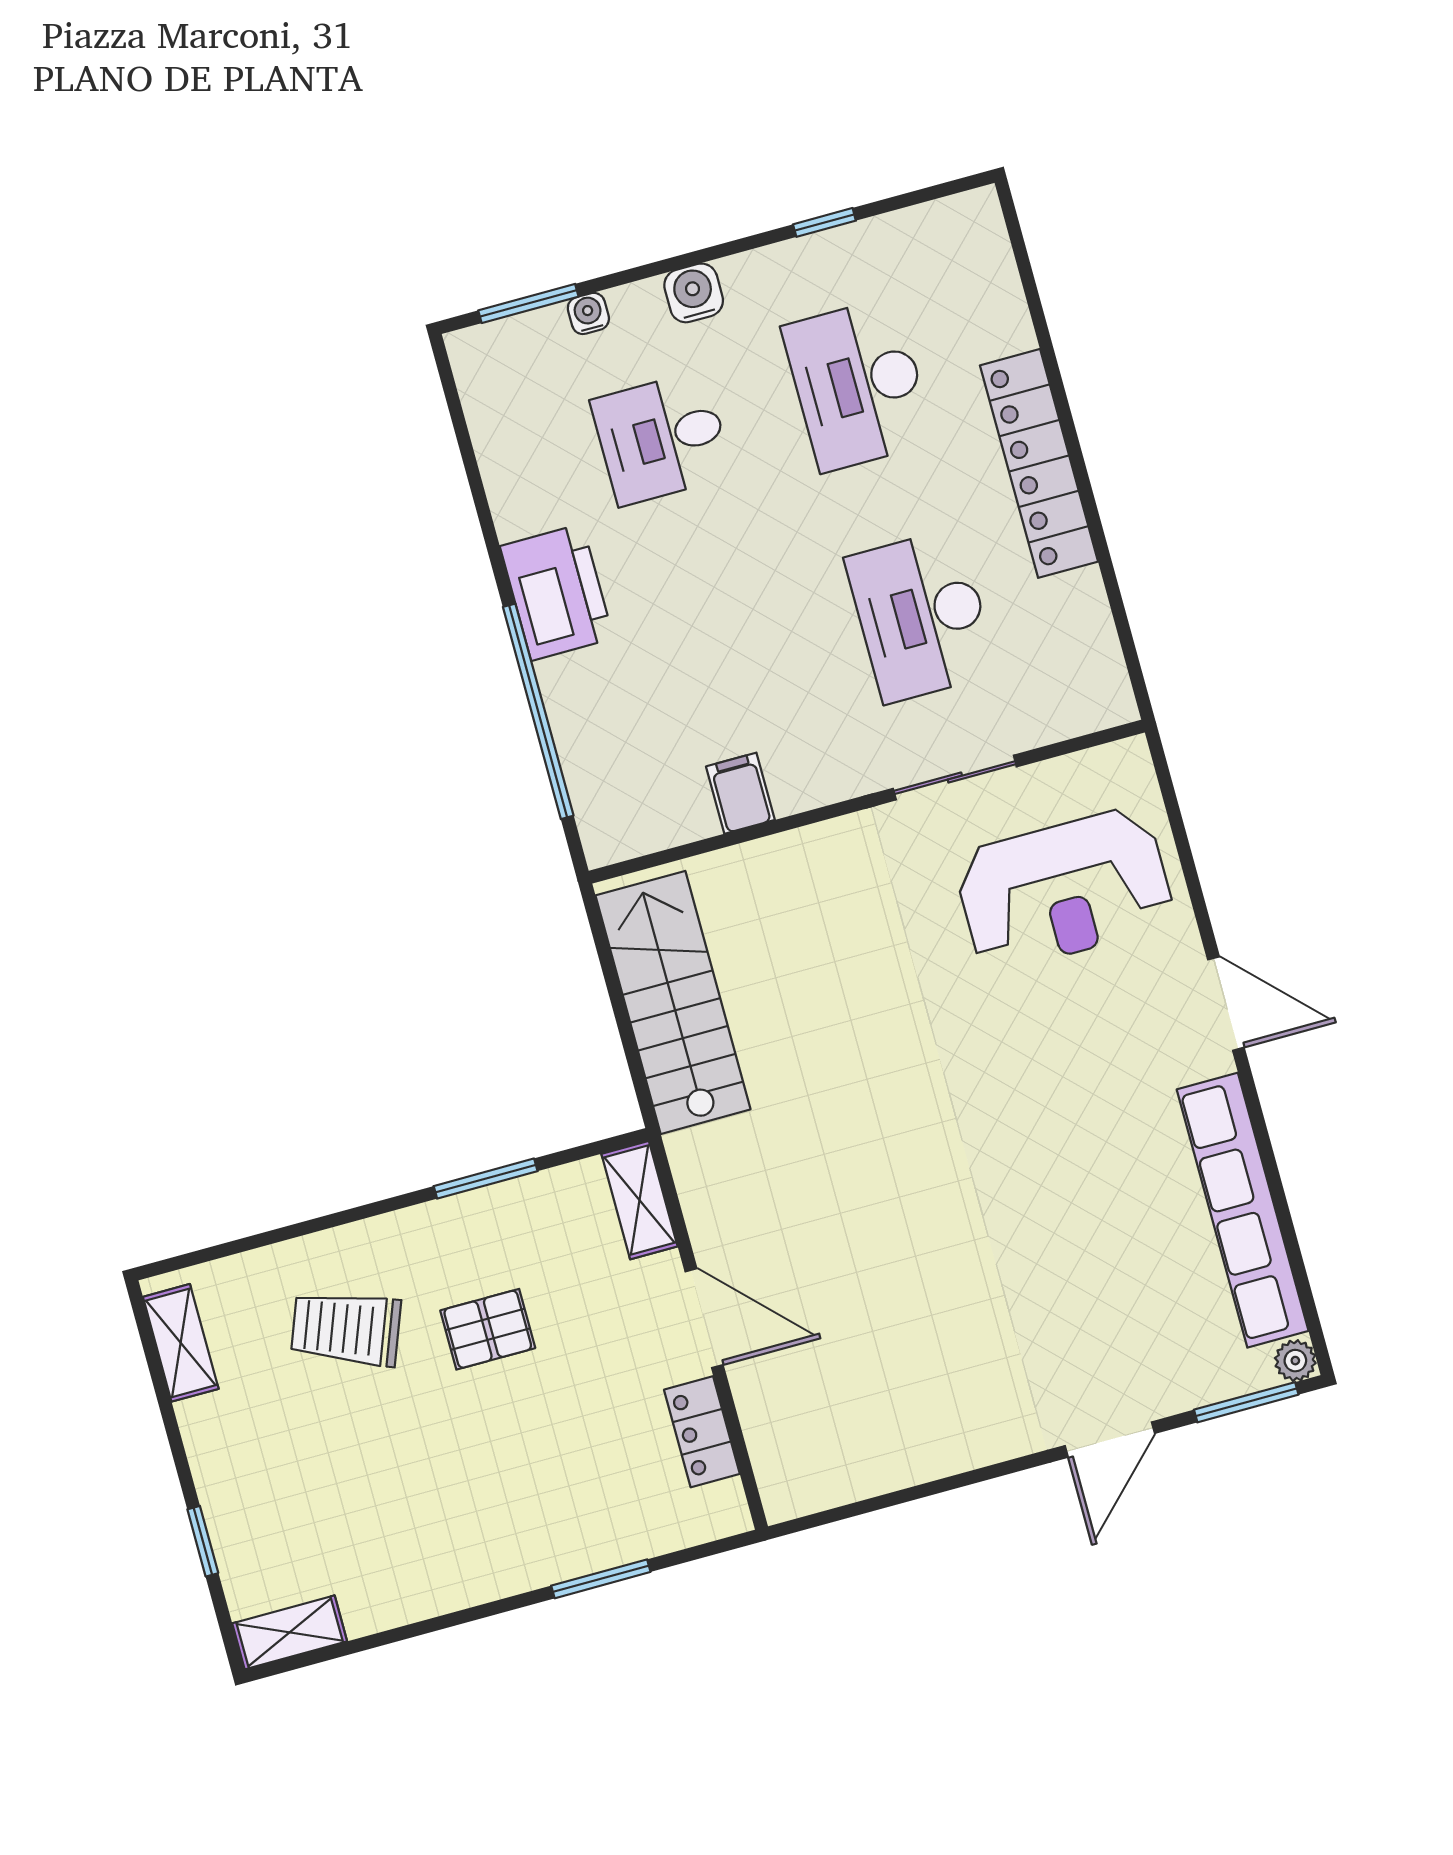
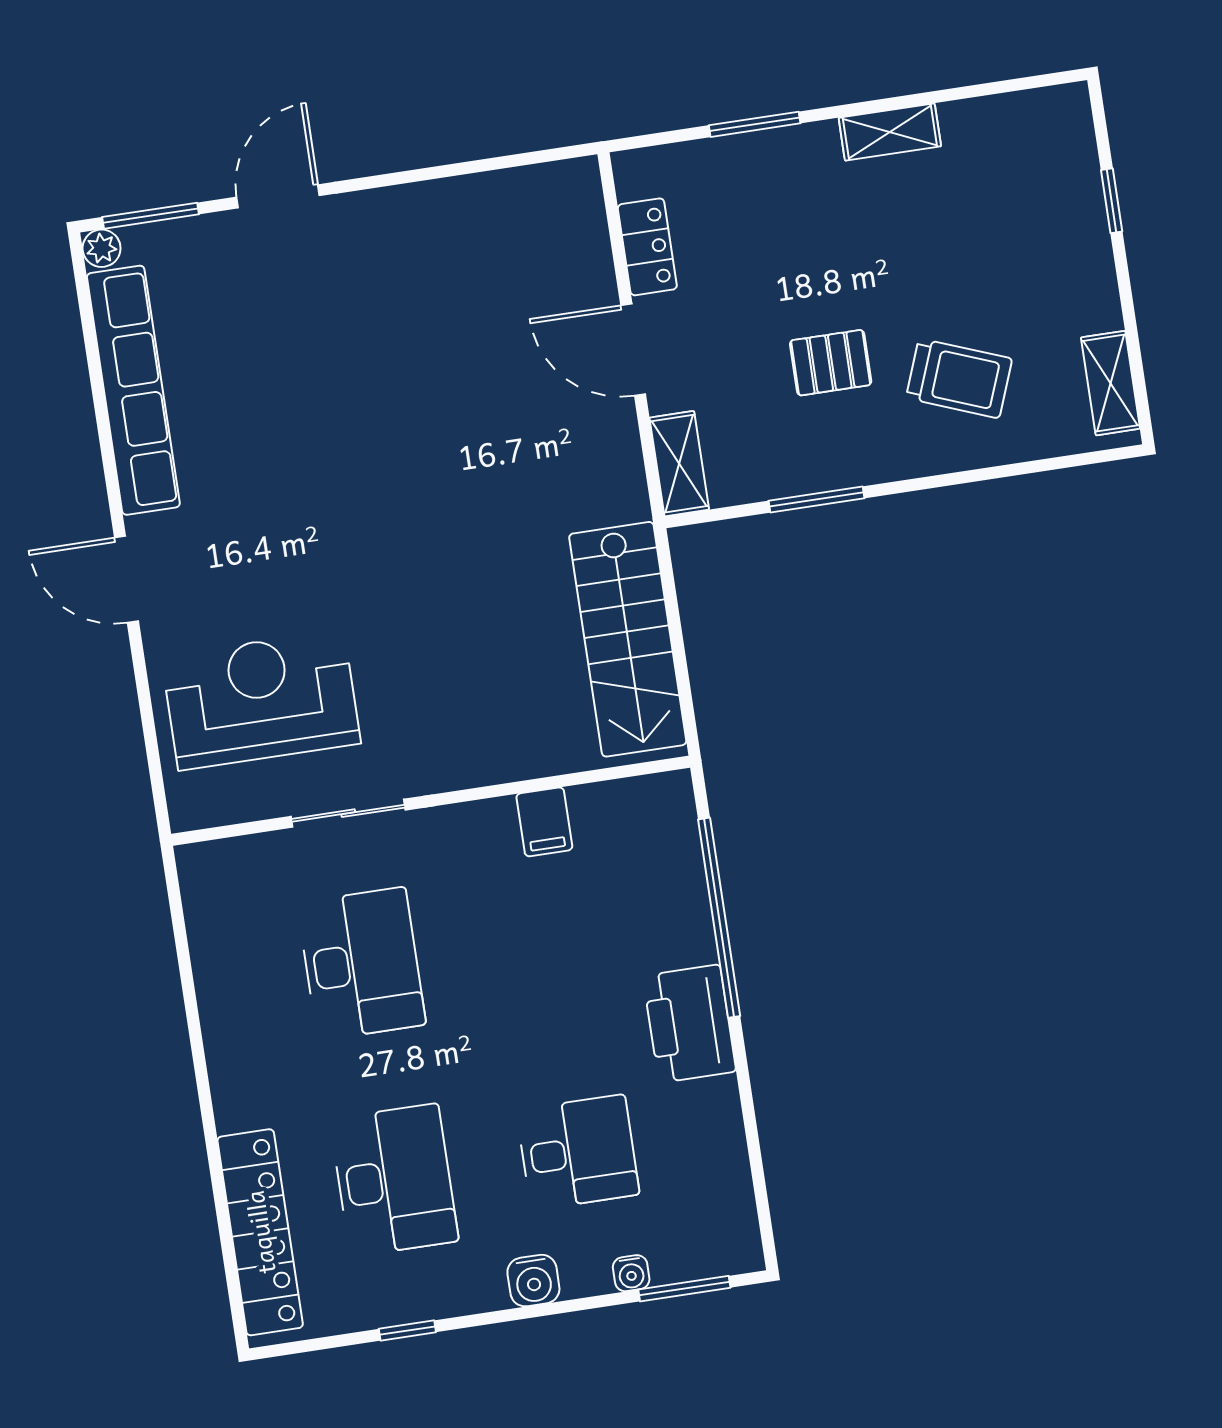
locker: (1039, 463) -> (260, 1232), moved
shelving: (290, 1632) -> (890, 132), moved

